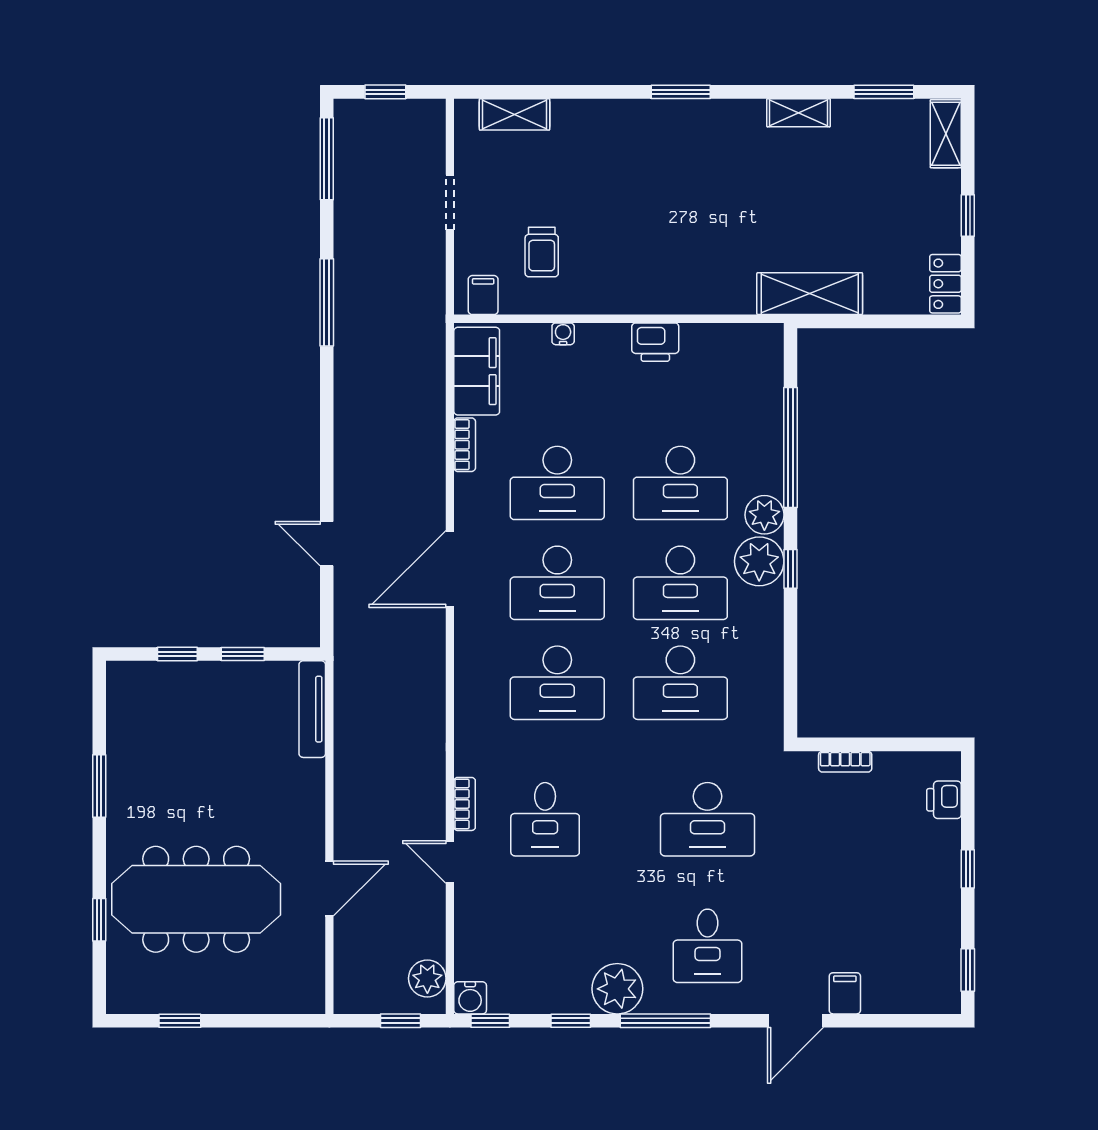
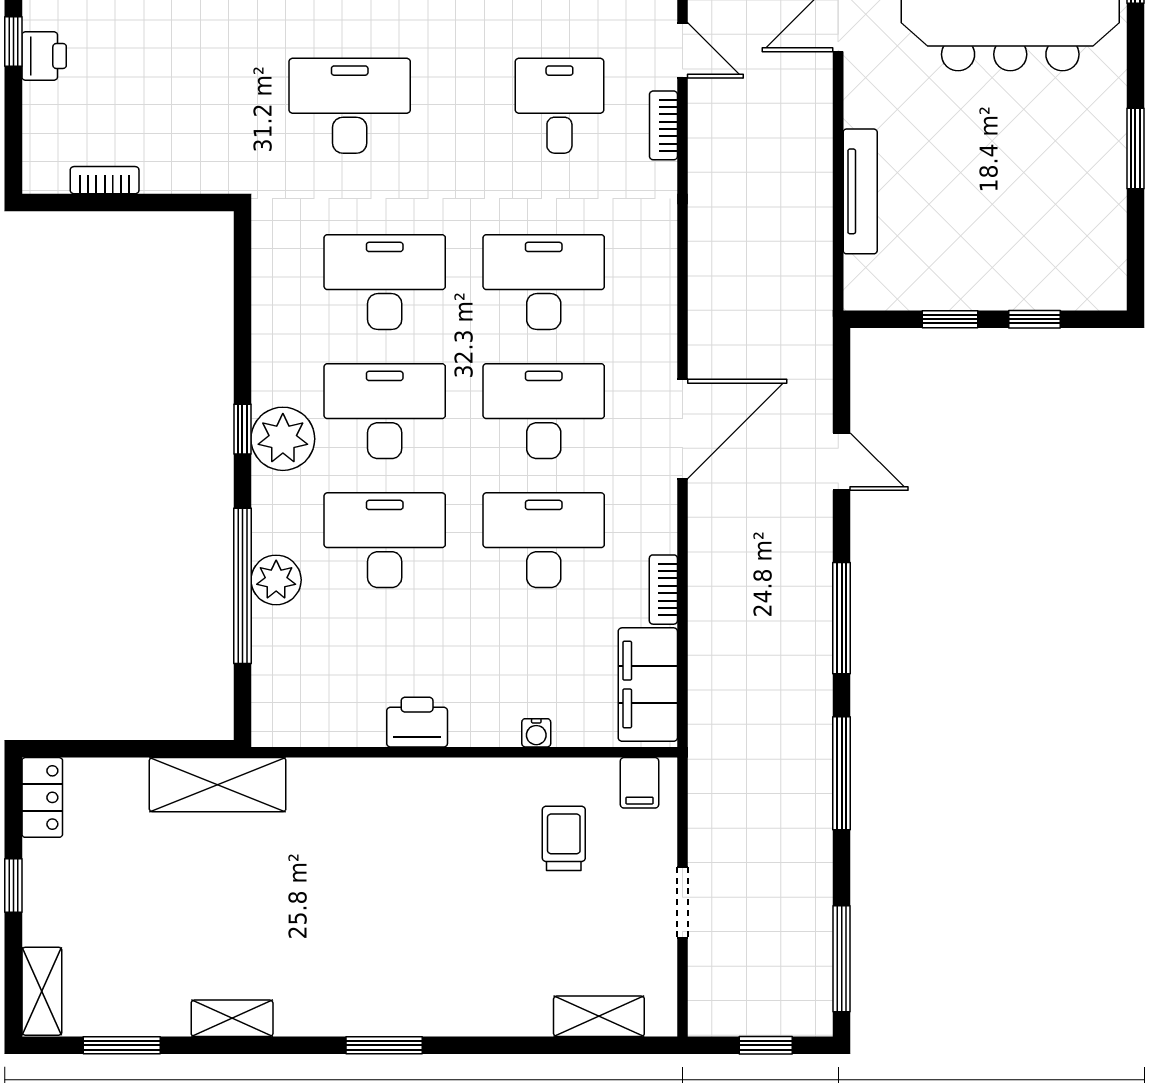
window: (327, 423) -> (842, 618), added
plant: (764, 515) -> (276, 580), moved
tv unit: (312, 709) -> (860, 191), moved
bookcase: (845, 762) -> (105, 180), moved
printer: (944, 800) -> (44, 56), moved

